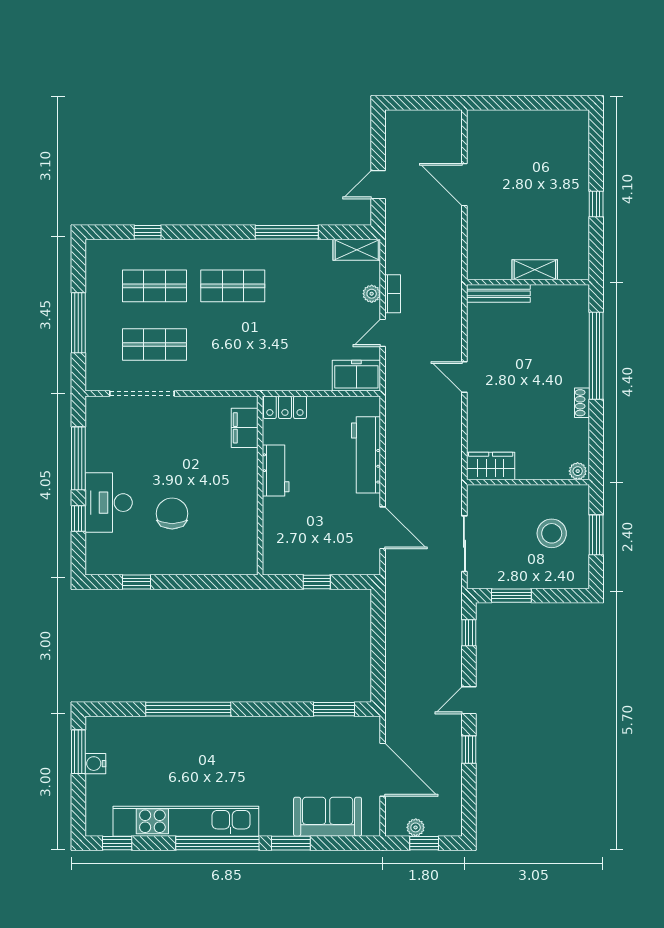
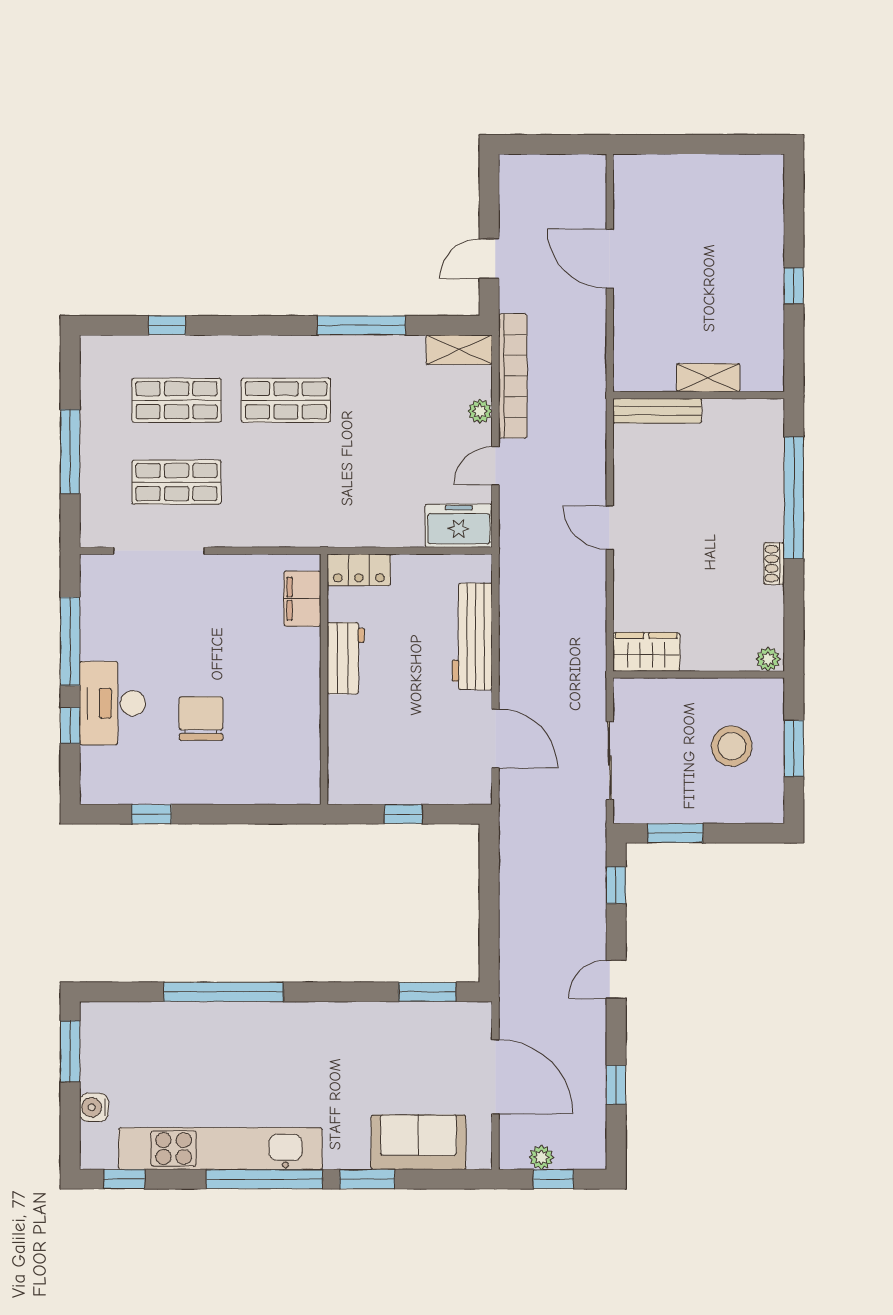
bookcase: (393, 294) -> (513, 376), width x2.31, depth x1.31
window: (469, 750) -> (616, 1085), moved
water cooler: (95, 764) -> (94, 1107), moved

